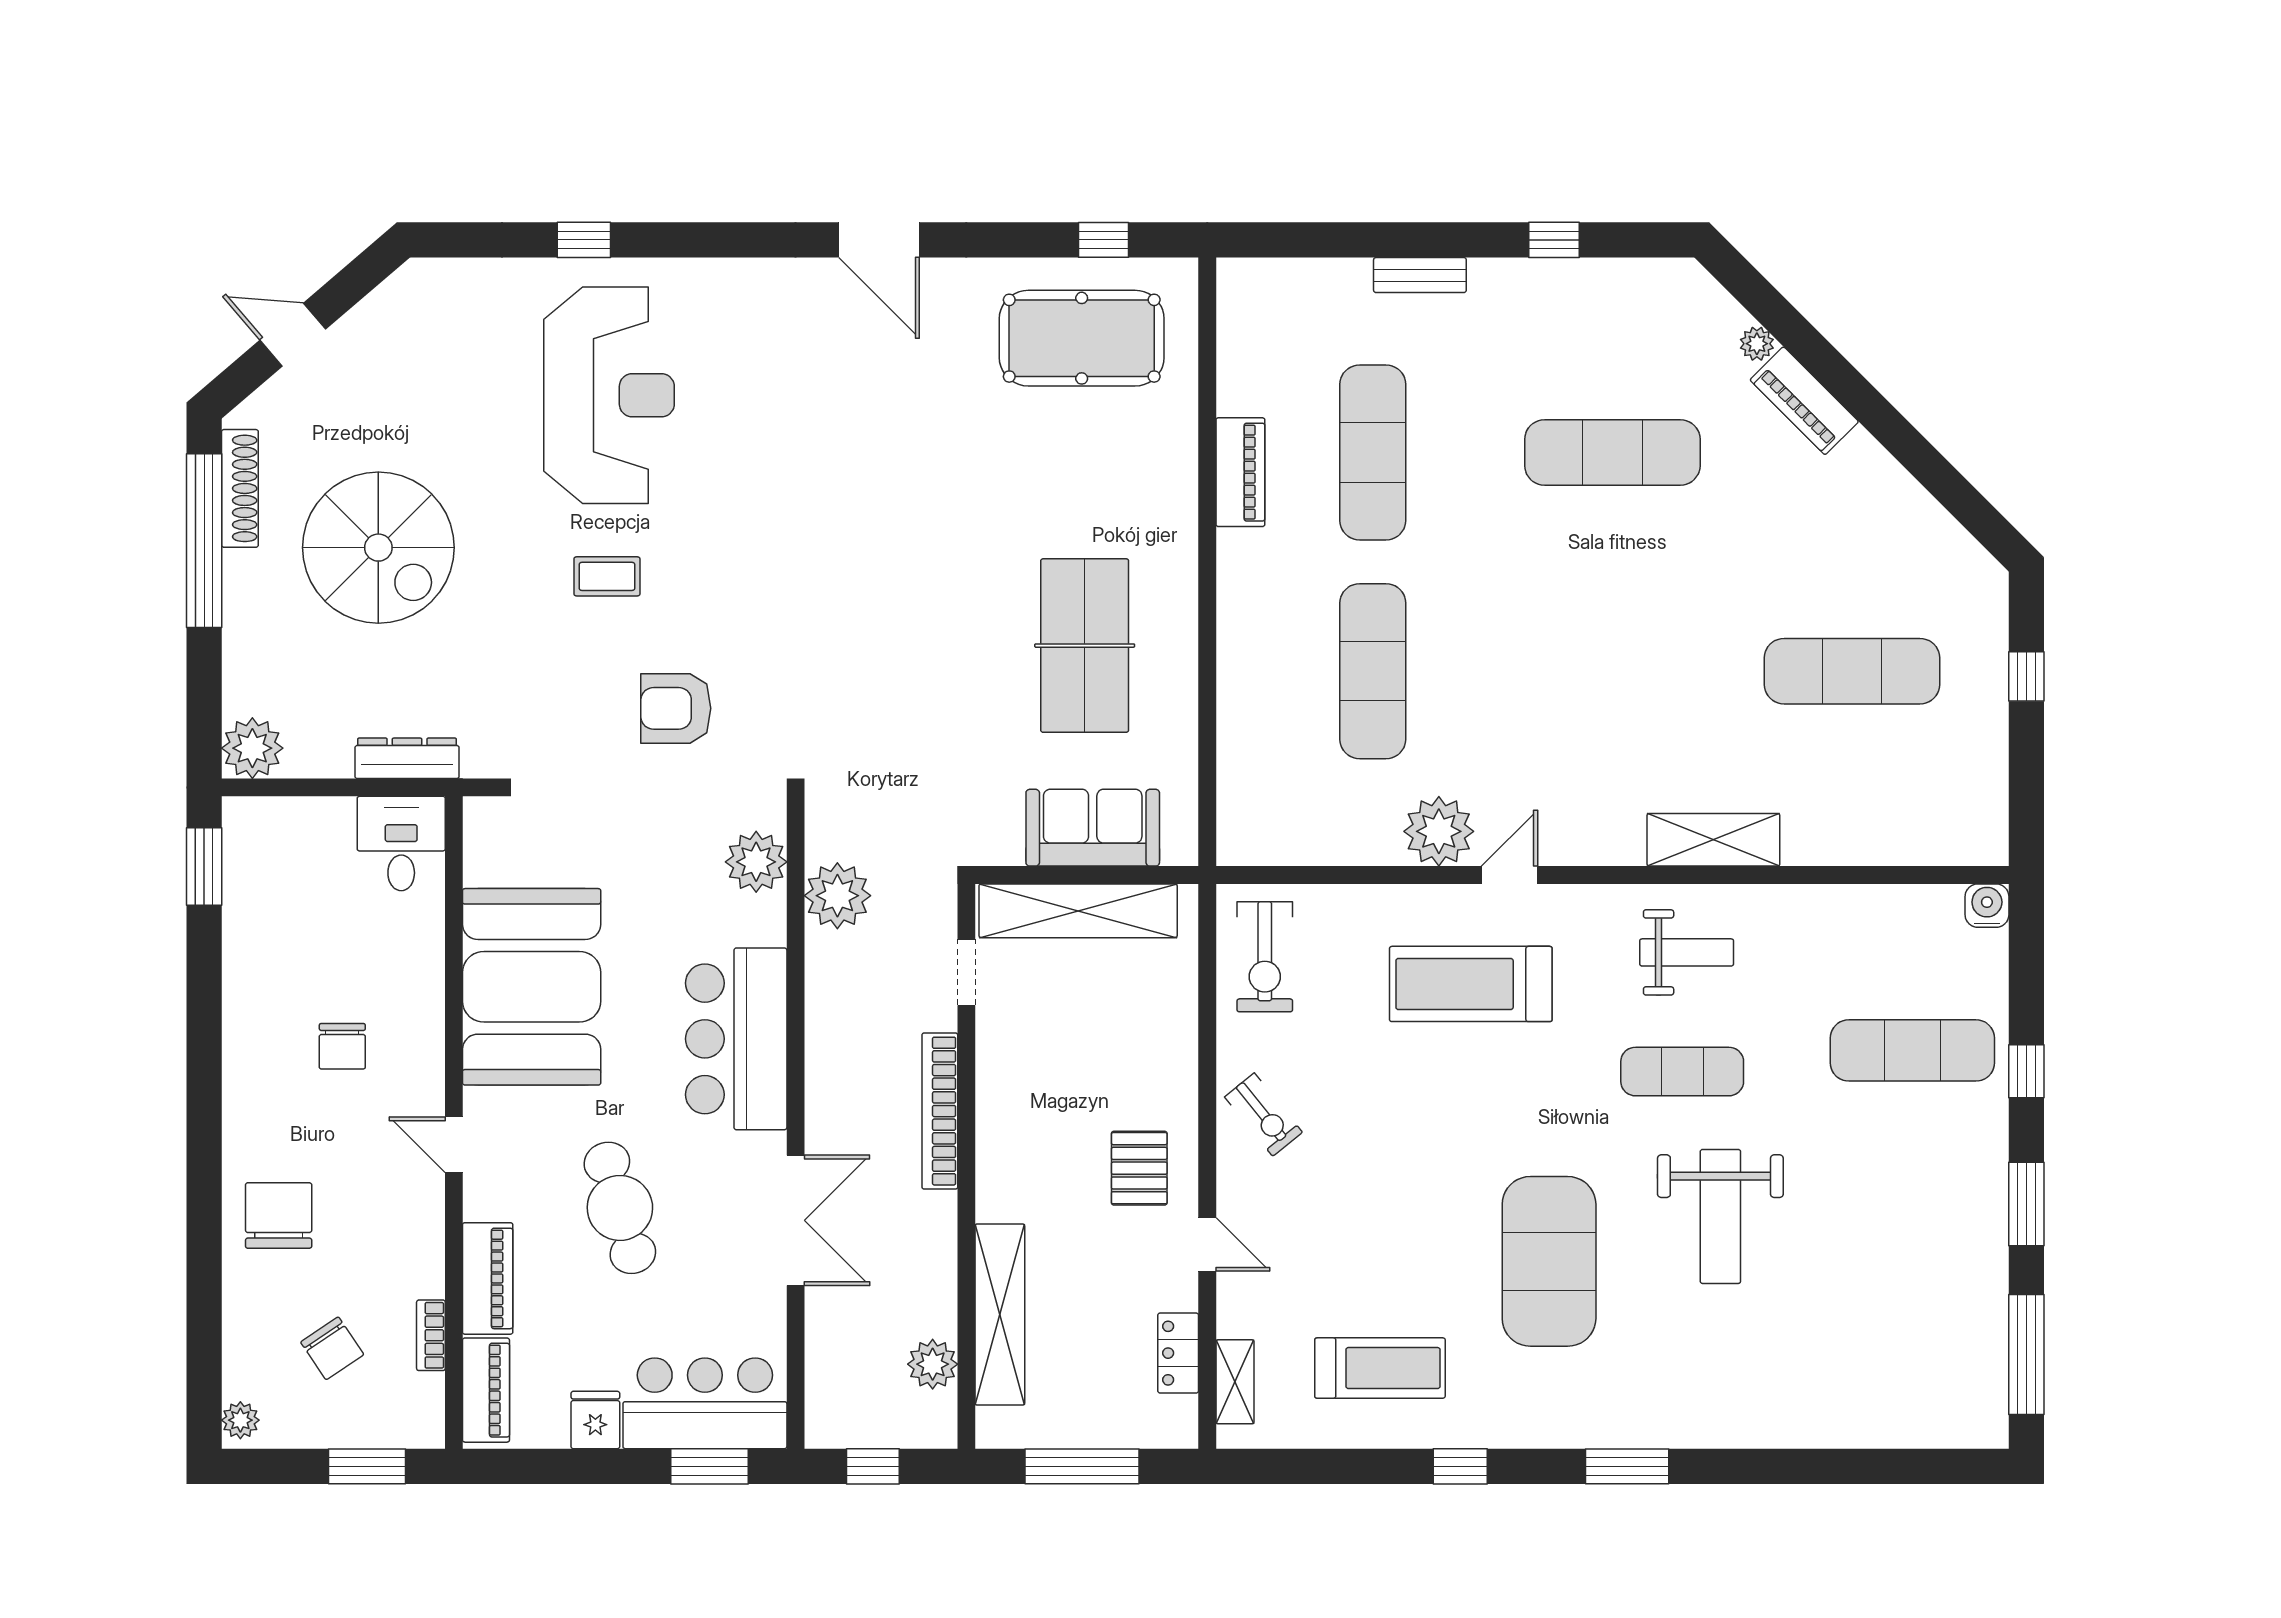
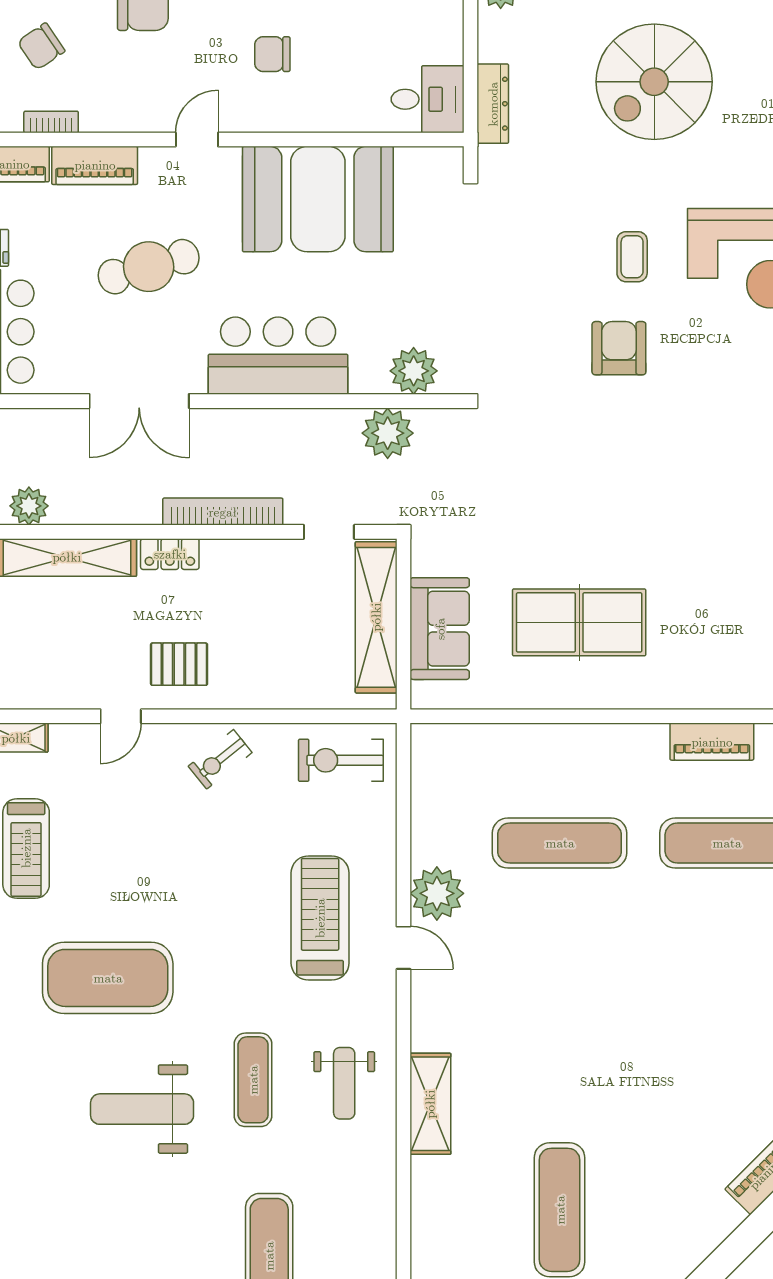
exercise mat: (1612, 452) -> (727, 1026), removed
armchair: (676, 708) -> (619, 348), moved
locker: (1178, 1353) -> (170, 554), moved, turned 180

